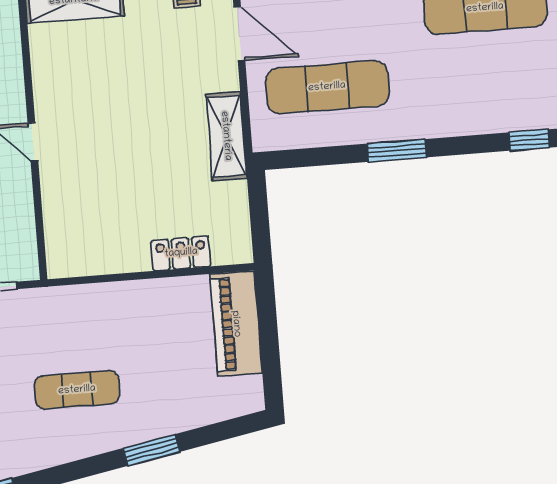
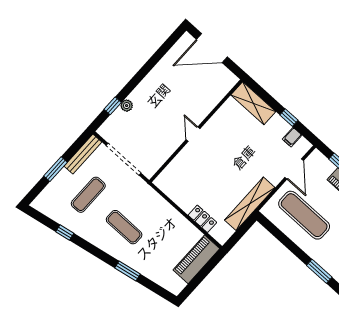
shelving: (226, 136) -> (250, 204), width x1.47
window: (397, 150) -> (319, 271), moved

